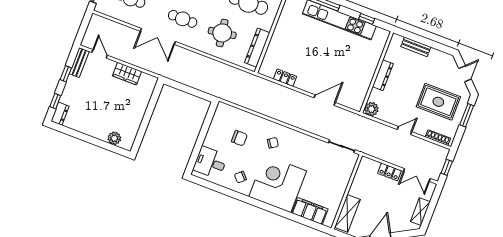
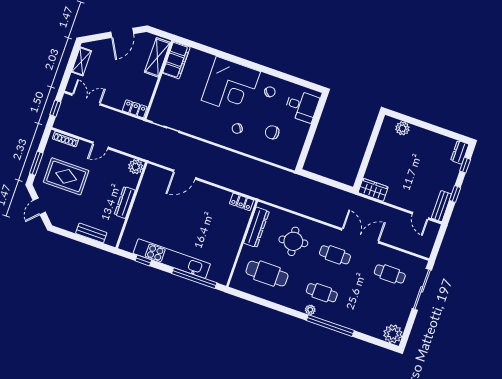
wardrobe: (127, 74) -> (373, 190), moved
locker: (285, 78) -> (241, 202), moved
locker: (389, 172) -> (135, 109), moved
filing cabinet: (310, 211) -> (176, 60), moved, turned -90

